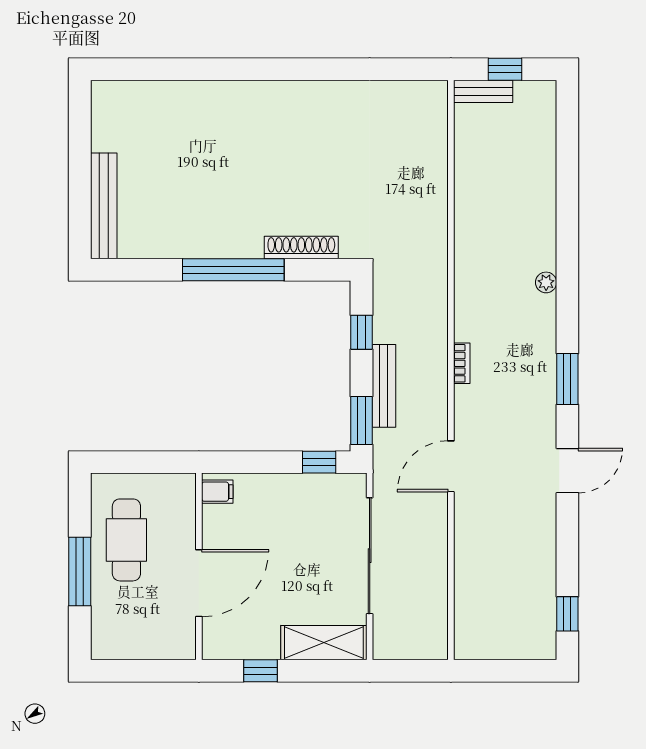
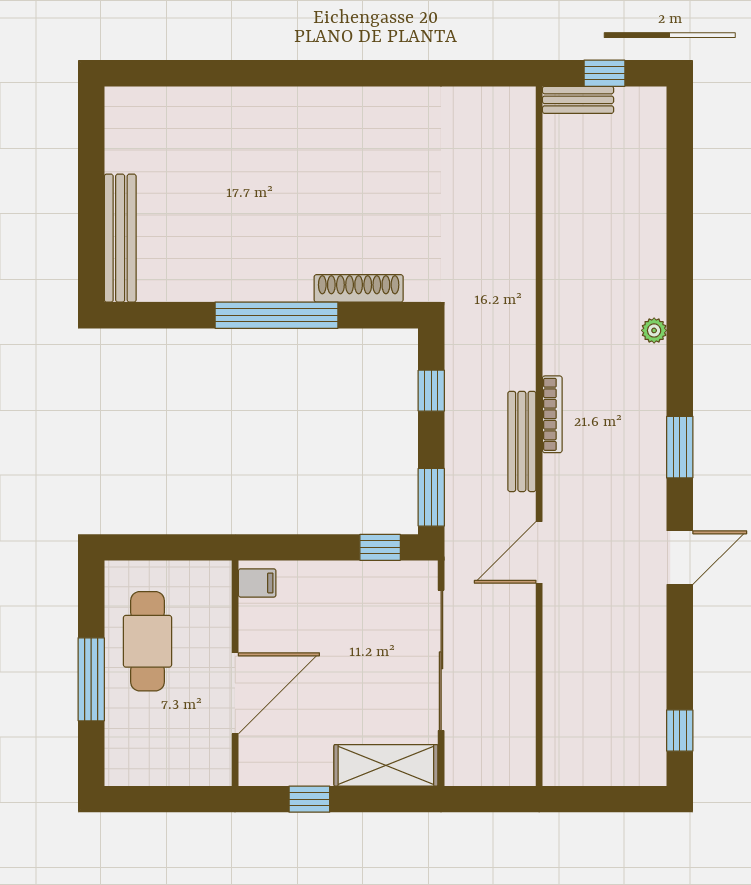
bookcase: (462, 363) -> (552, 414), width x1.56
bench: (384, 386) -> (522, 441), moved

